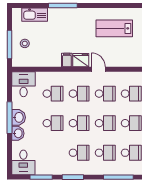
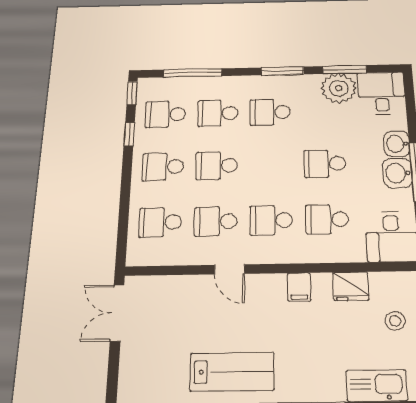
lab bench: (114, 28) -> (232, 372), moved
fridge: (81, 60) -> (351, 286), moved
school desk: (79, 123) -> (271, 165), removed
plant: (45, 166) -> (339, 88), added

